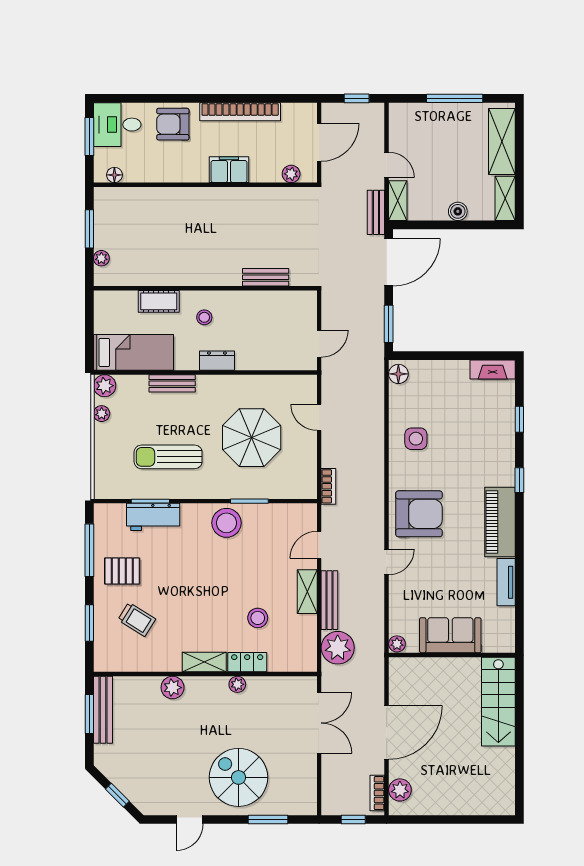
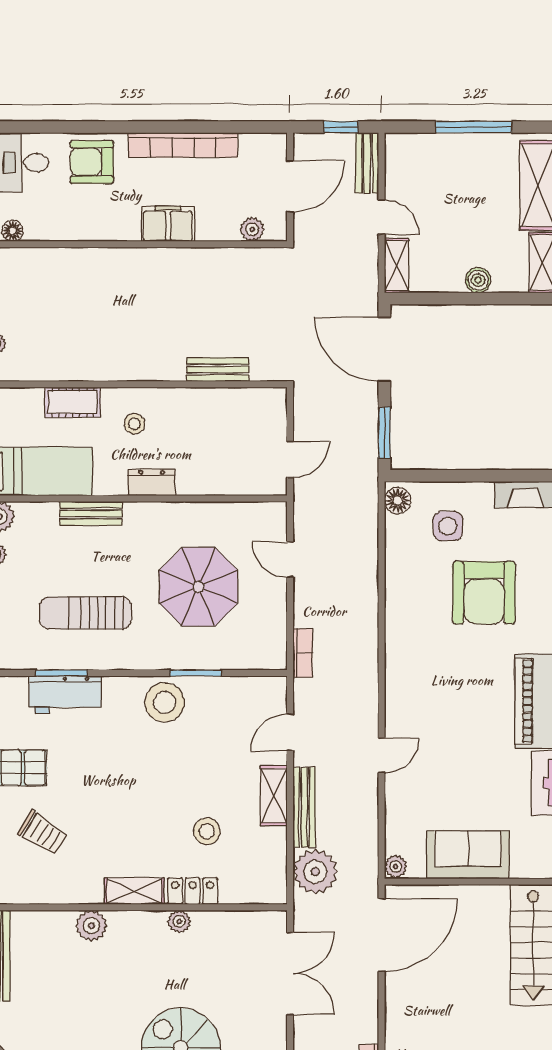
bench: (376, 212) -> (367, 163), moved
door: (389, 262) -> (384, 349), swing flipped
side table: (416, 439) -> (448, 526), moved
armchair: (419, 514) -> (484, 593), moved, turned 90
door: (387, 732) -> (382, 935), moved

